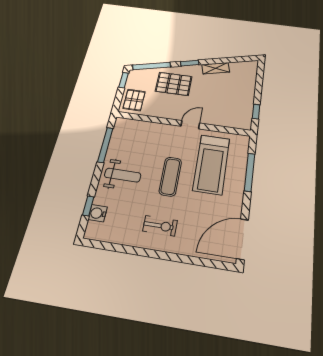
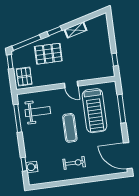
door: (190, 125) -> (71, 85), swing flipped
weight bench: (123, 175) -> (38, 112), moved
door: (243, 239) -> (128, 156), hinge flipped

